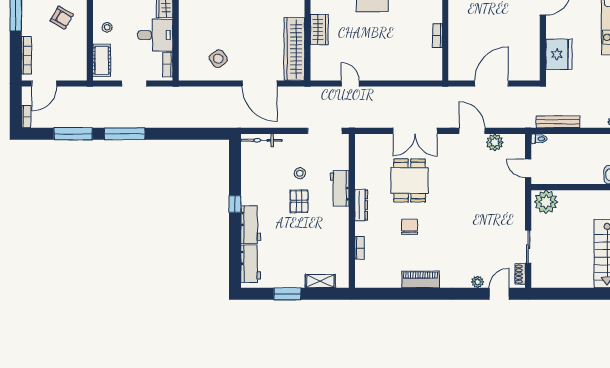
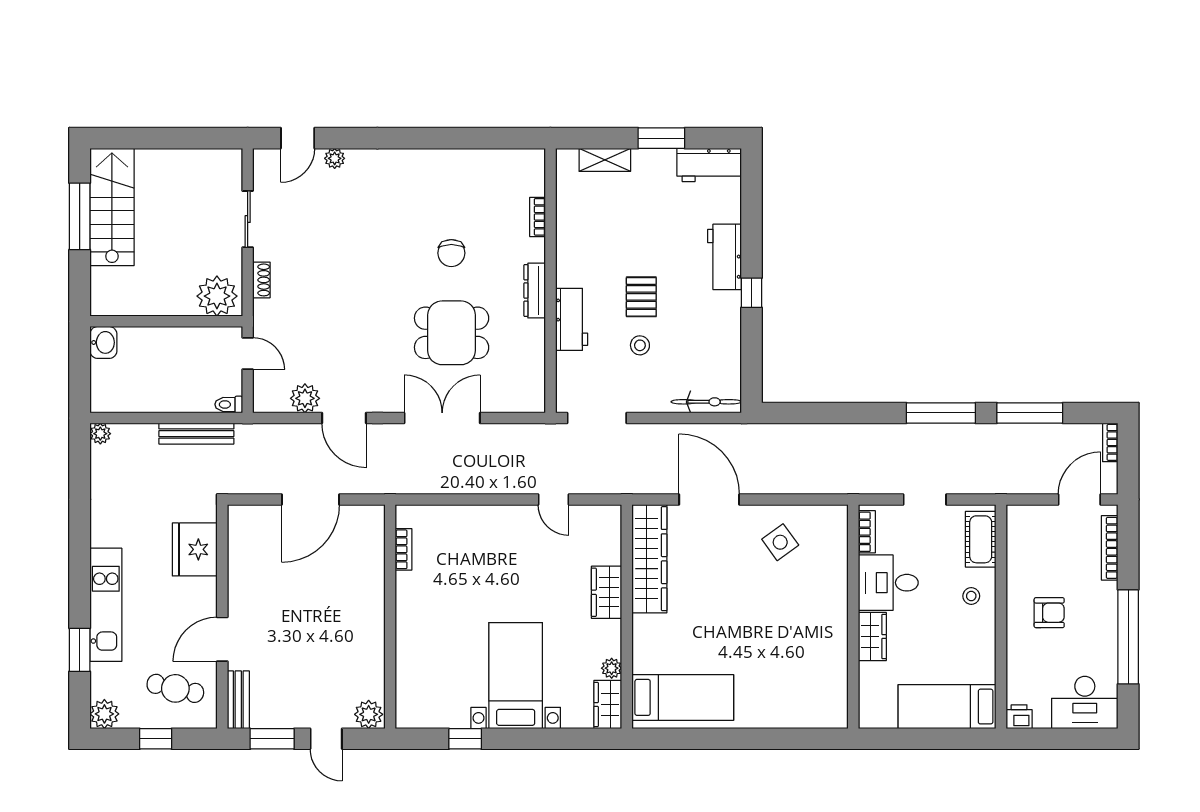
armchair: (62, 18) -> (1049, 613), turned 150
bookcase: (437, 36) -> (404, 549), moved
dining table: (409, 180) -> (452, 333), turned 90
workbench: (251, 264) -> (709, 165), moved, turned -90
shoe rack: (520, 274) -> (261, 280), moved
piano: (420, 279) -> (433, 163), removed

